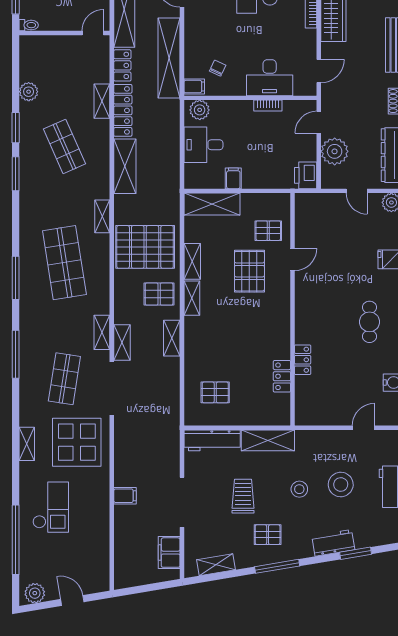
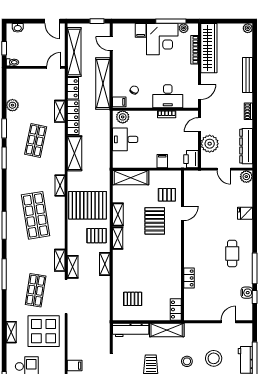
shop shelf: (64, 146) -> (36, 140), turned 36
filing cabinet: (233, 178) -> (162, 161), moved
locker: (282, 376) -> (176, 310), moved

